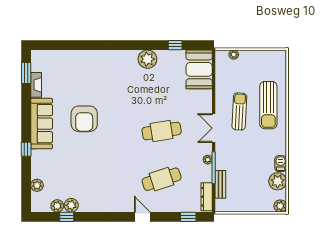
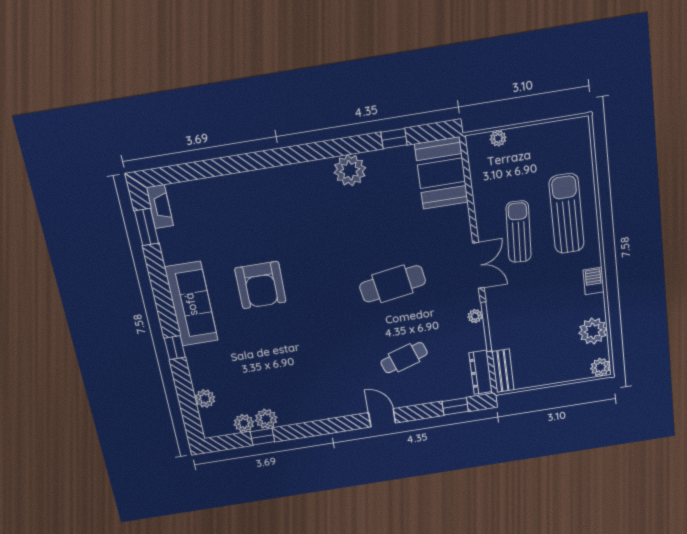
fireplace: (36, 85) -> (160, 206), moved
sun lounger: (268, 105) -> (567, 214), turned 180
double door: (214, 128) -> (479, 265), swing flipped
barbecue: (281, 164) -> (594, 281), moved
cafe table: (162, 179) -> (404, 358), width x0.73, depth x0.74
bench: (220, 184) -> (503, 371), moved

